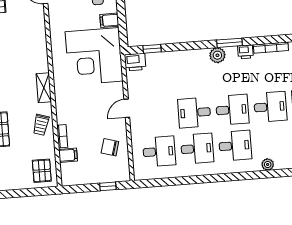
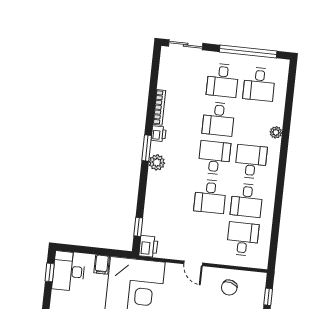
desk: (270, 107) -> (218, 119), turned 180
desk: (197, 149) -> (247, 200), turned 180

